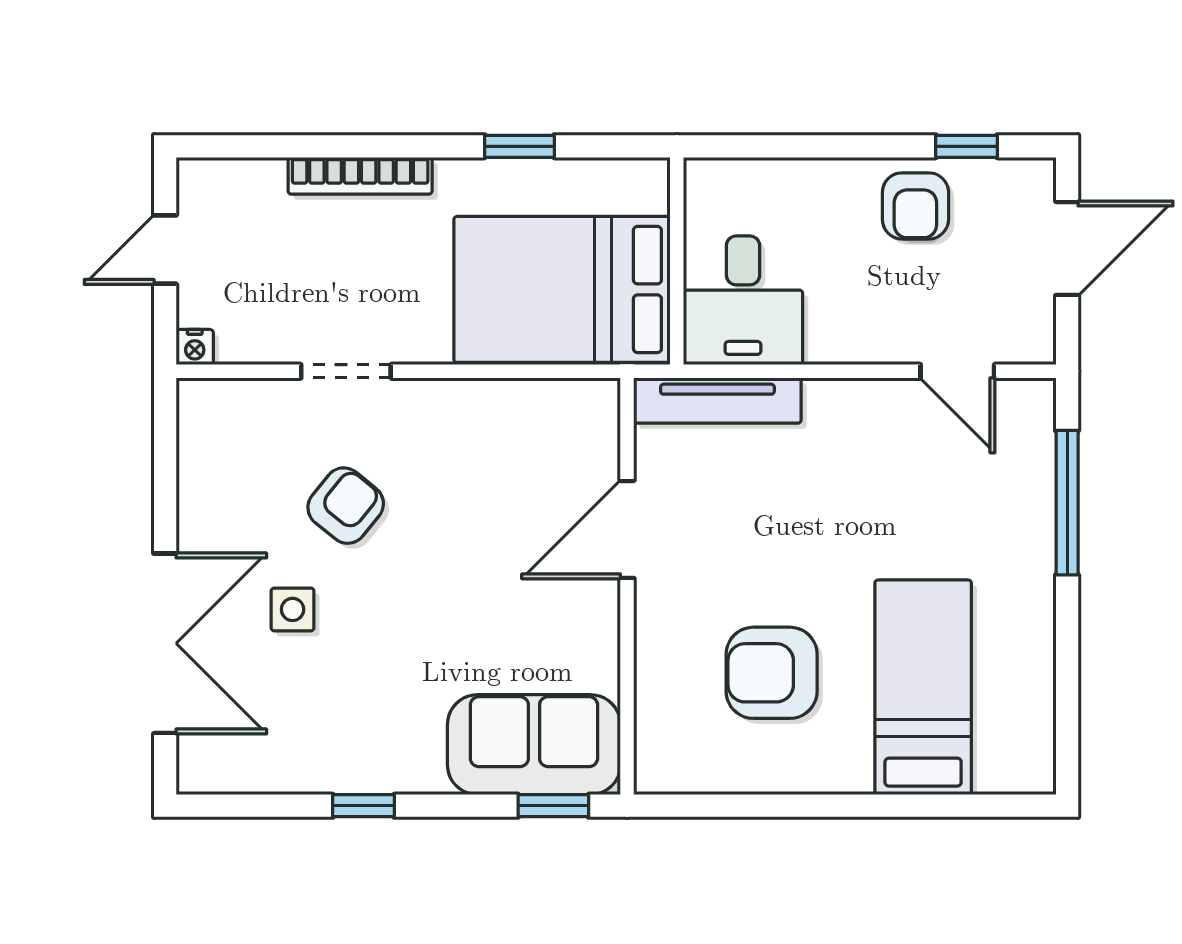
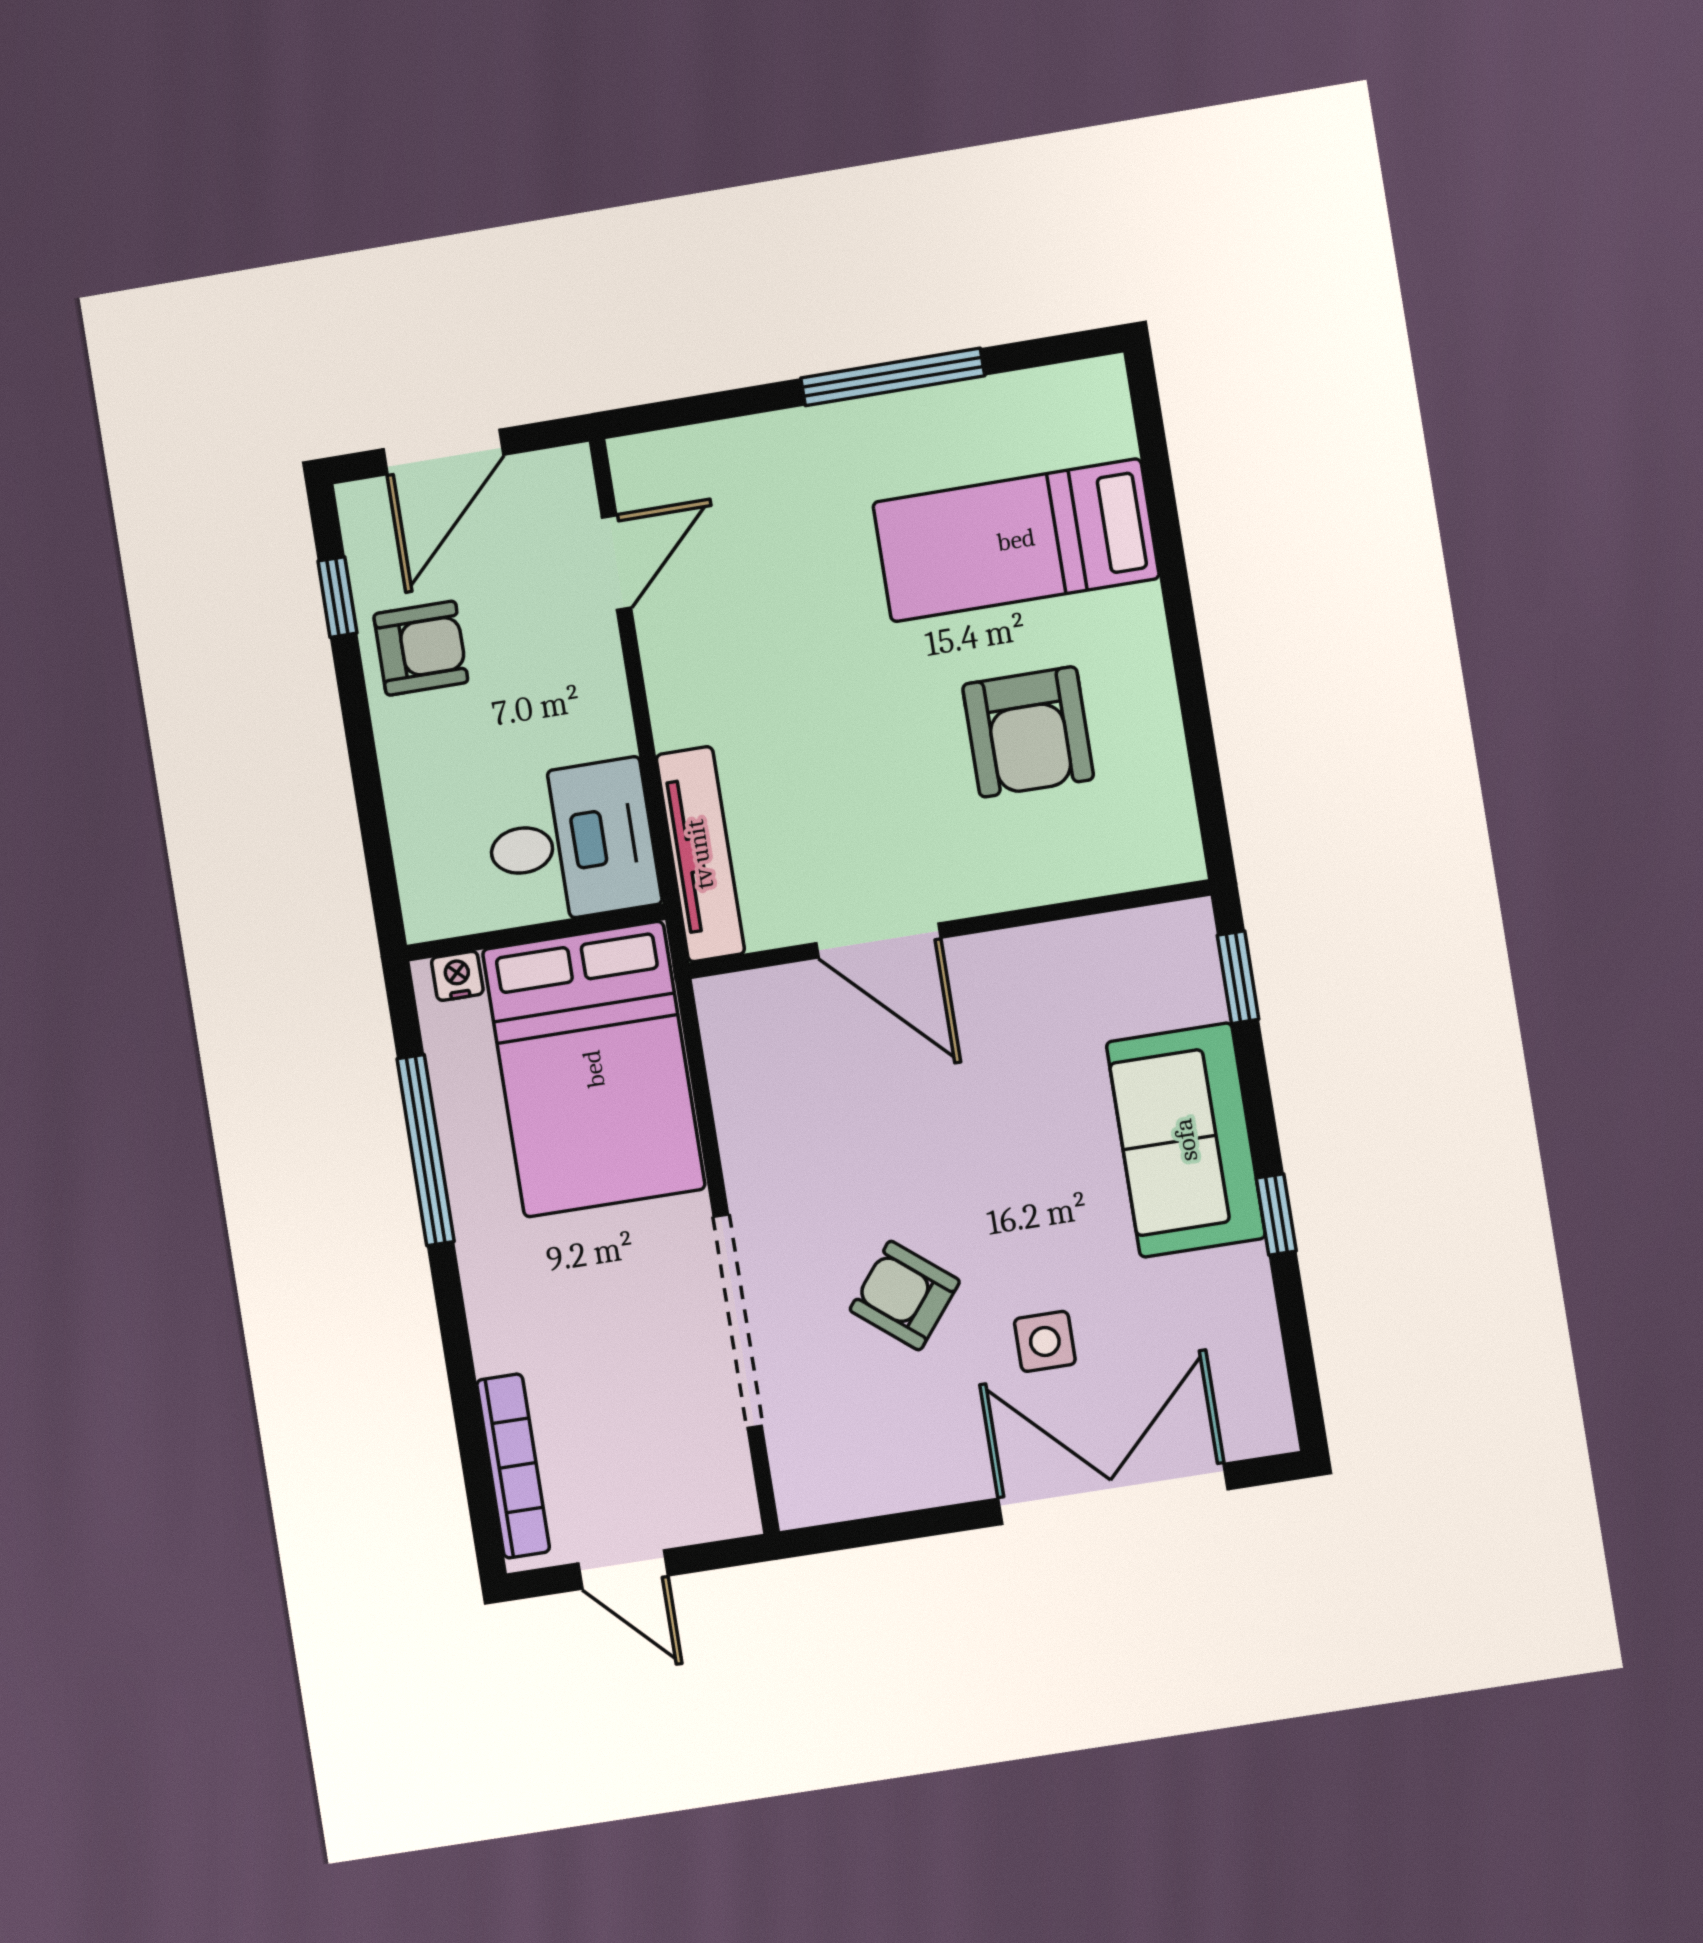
window: (519, 146) -> (426, 1150), width x2.17
bookcase: (360, 176) -> (513, 1466), moved
door: (1067, 248) -> (443, 452), swing flipped
nightstand: (195, 347) -> (457, 976), moved, turned -90
doorway: (346, 371) -> (738, 1321), width x1.87
window: (1067, 503) -> (893, 377), moved
sofa: (534, 745) -> (1186, 1140), moved

